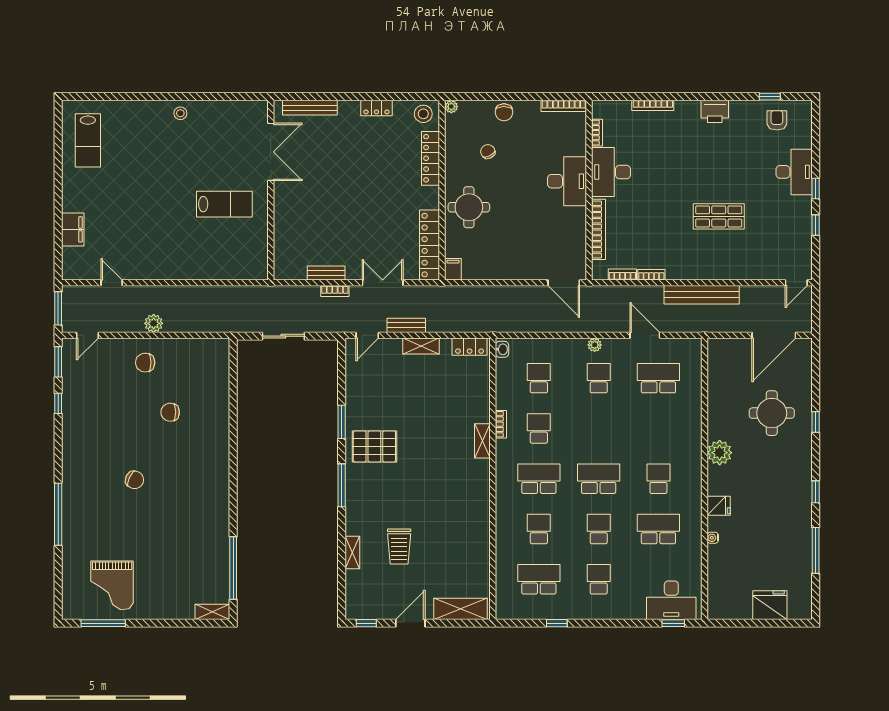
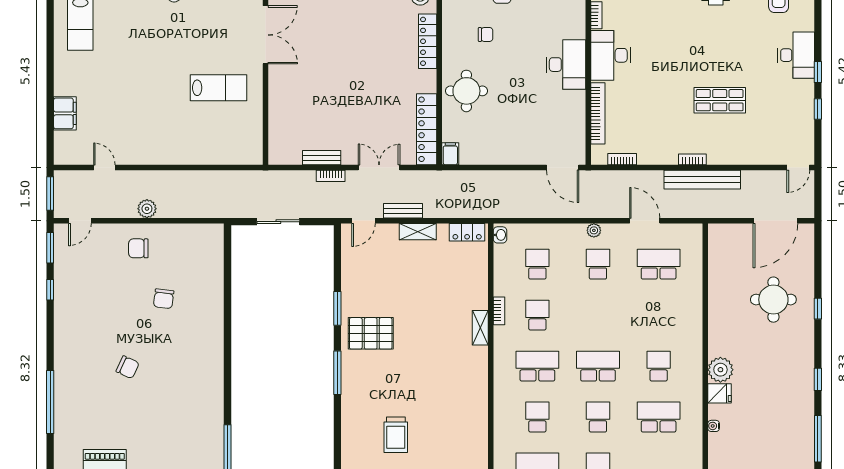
chair: (488, 152) -> (486, 34), turned 117
bookcase: (651, 275) -> (692, 159), moved
chair: (170, 412) -> (164, 299), turned -83
plant: (720, 453) -> (720, 370), moved
shelving: (352, 553) -> (348, 441), removed

